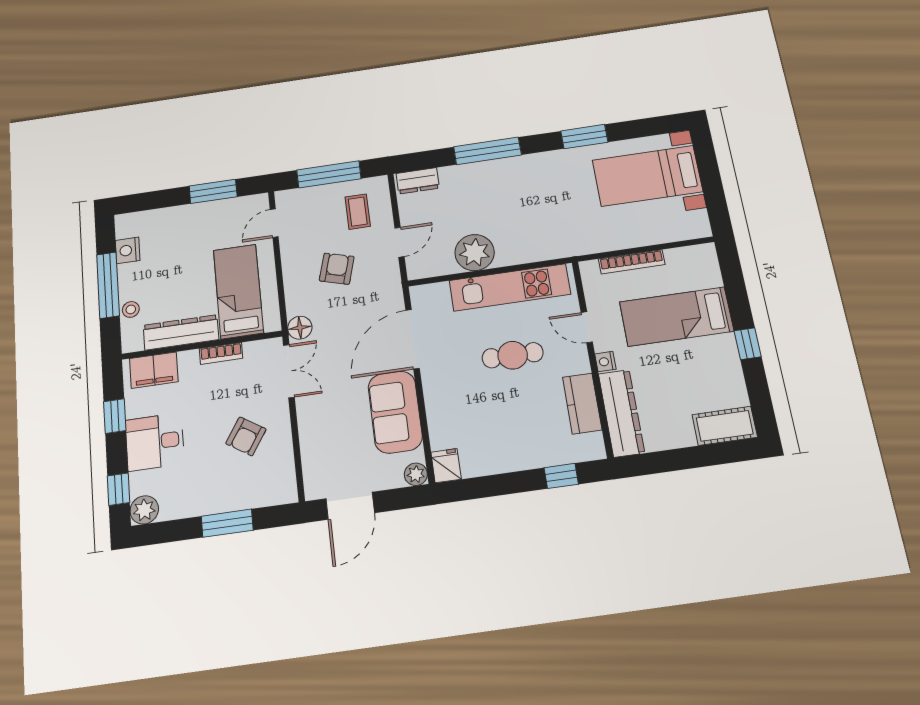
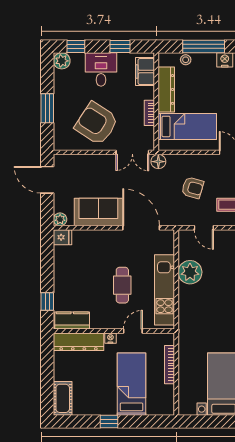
kitchen counter: (582, 403) -> (72, 321), moved
armchair: (246, 436) -> (96, 123), width x1.88, depth x1.88

